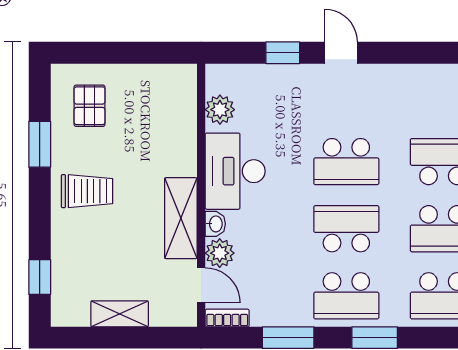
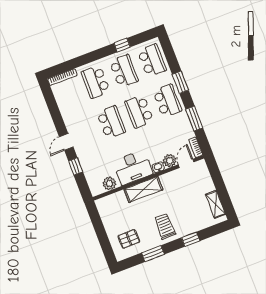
shelving: (181, 218) -> (143, 189), moved
window: (40, 277) -> (191, 239), moved
shelving: (120, 314) -> (216, 204), moved

